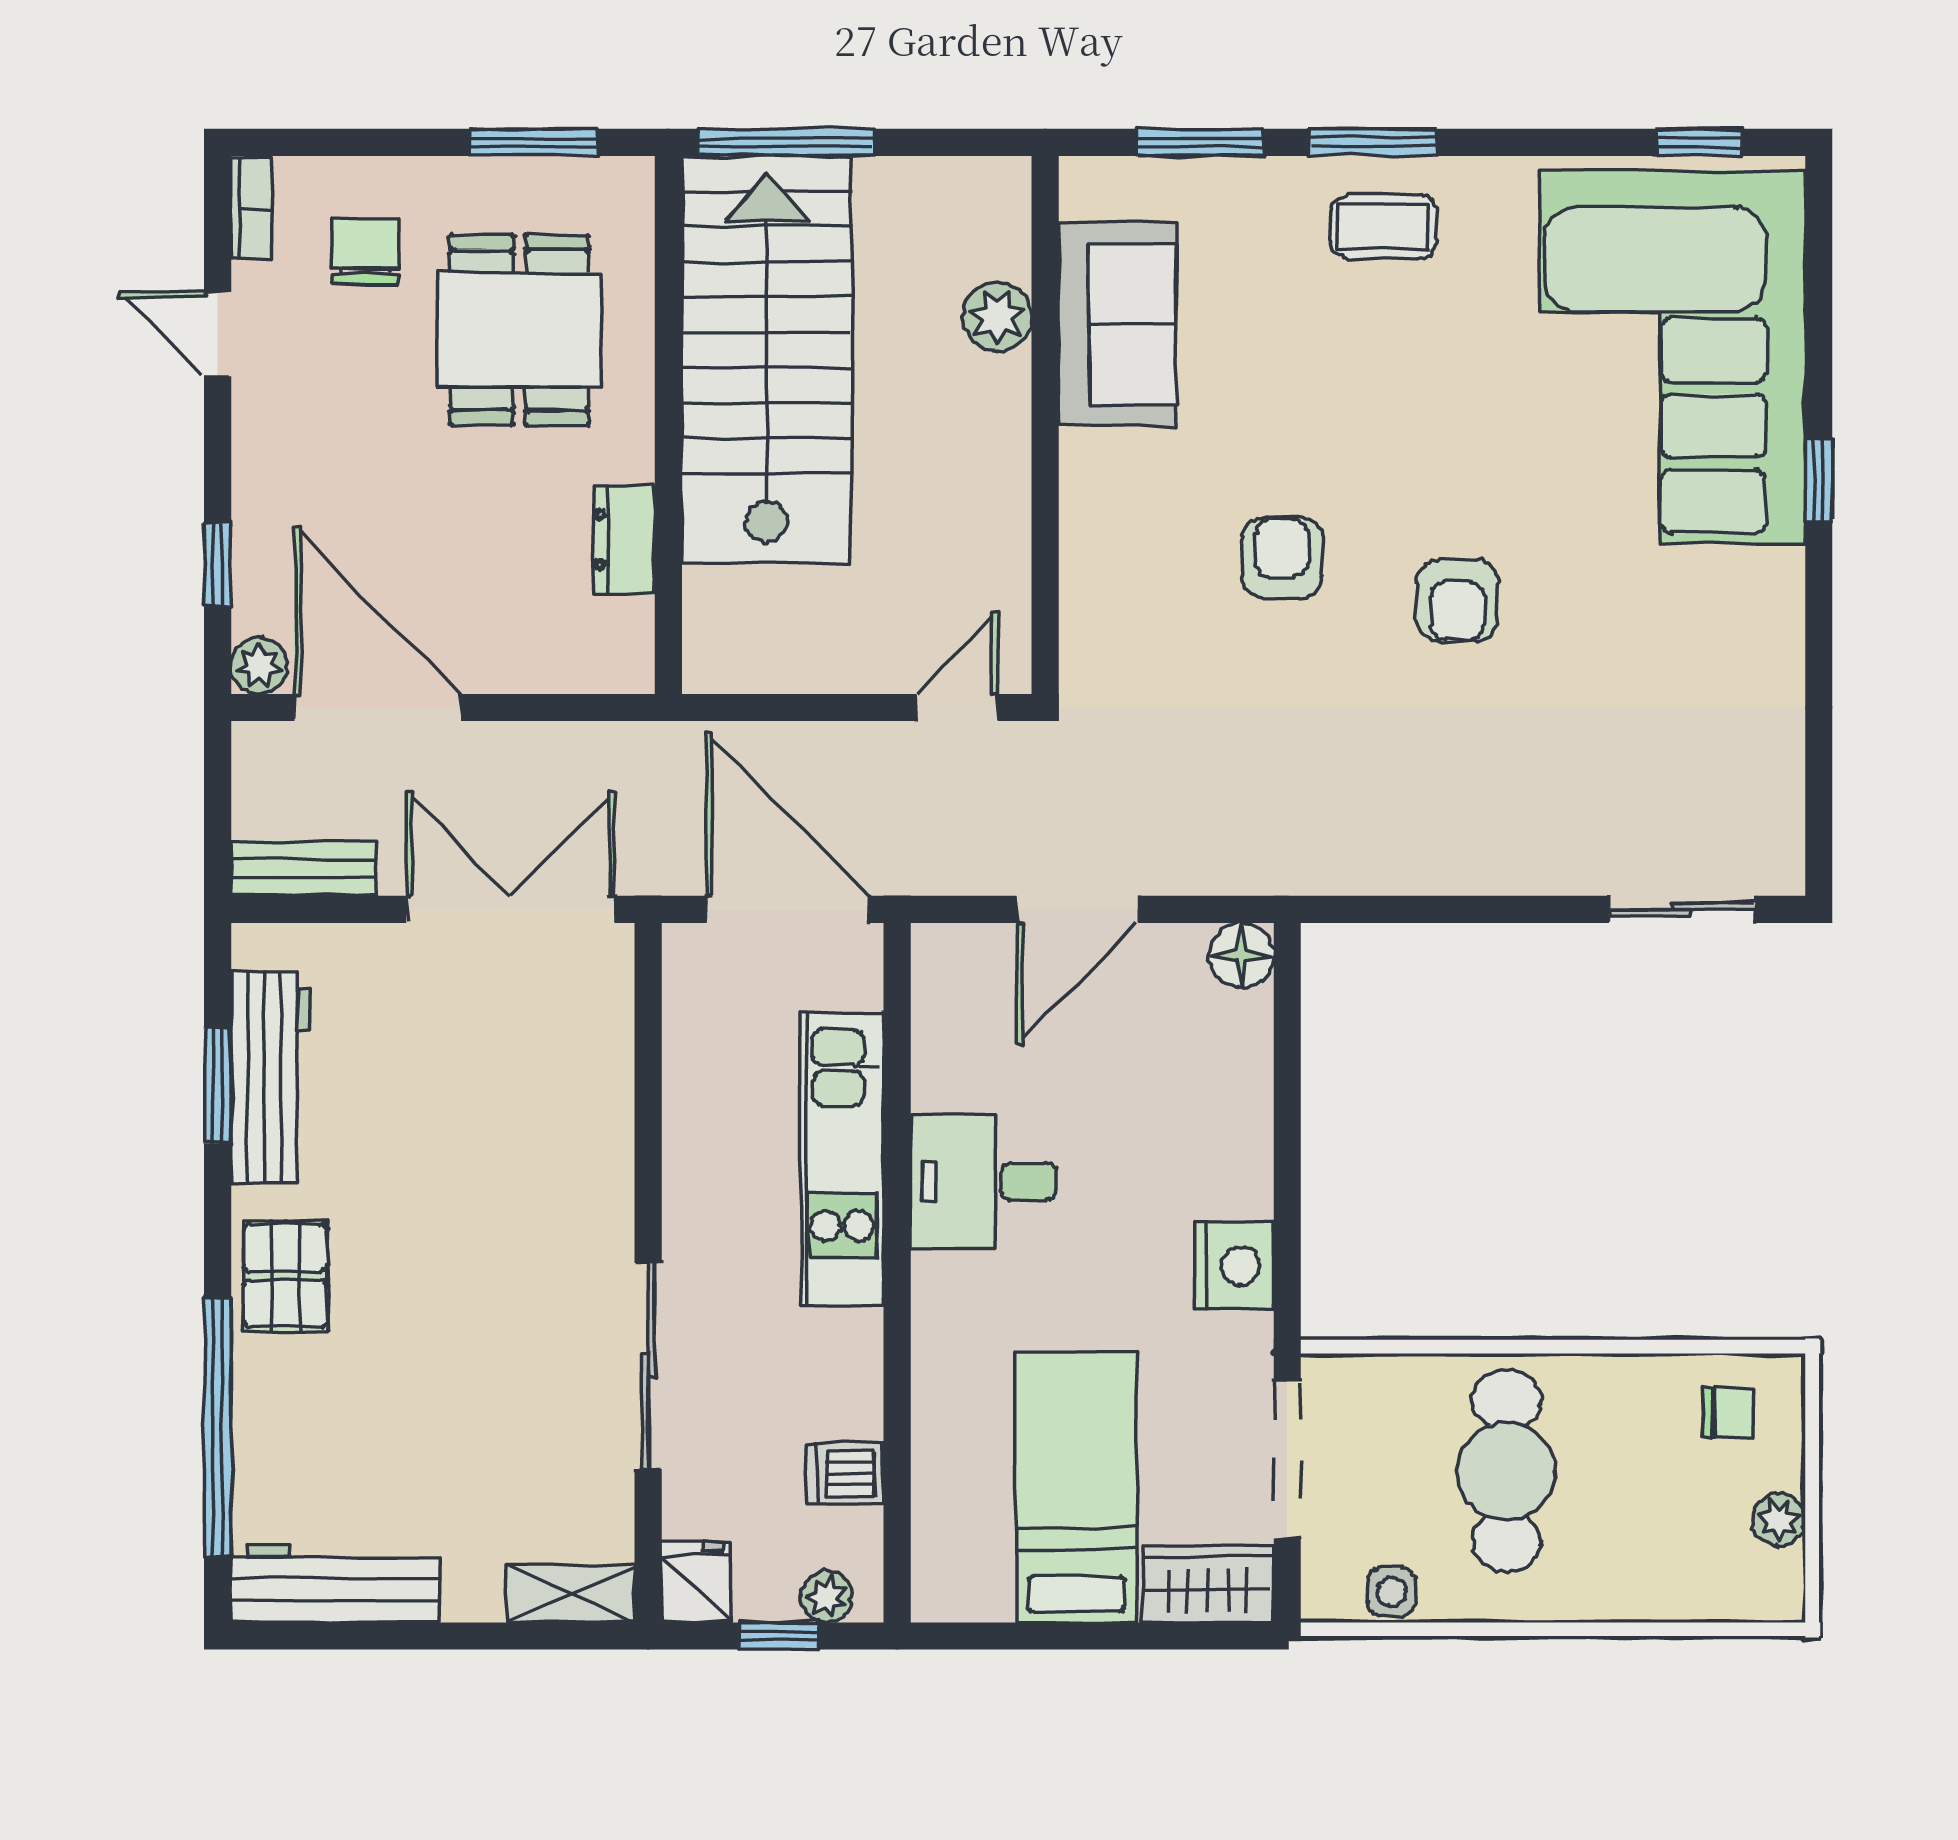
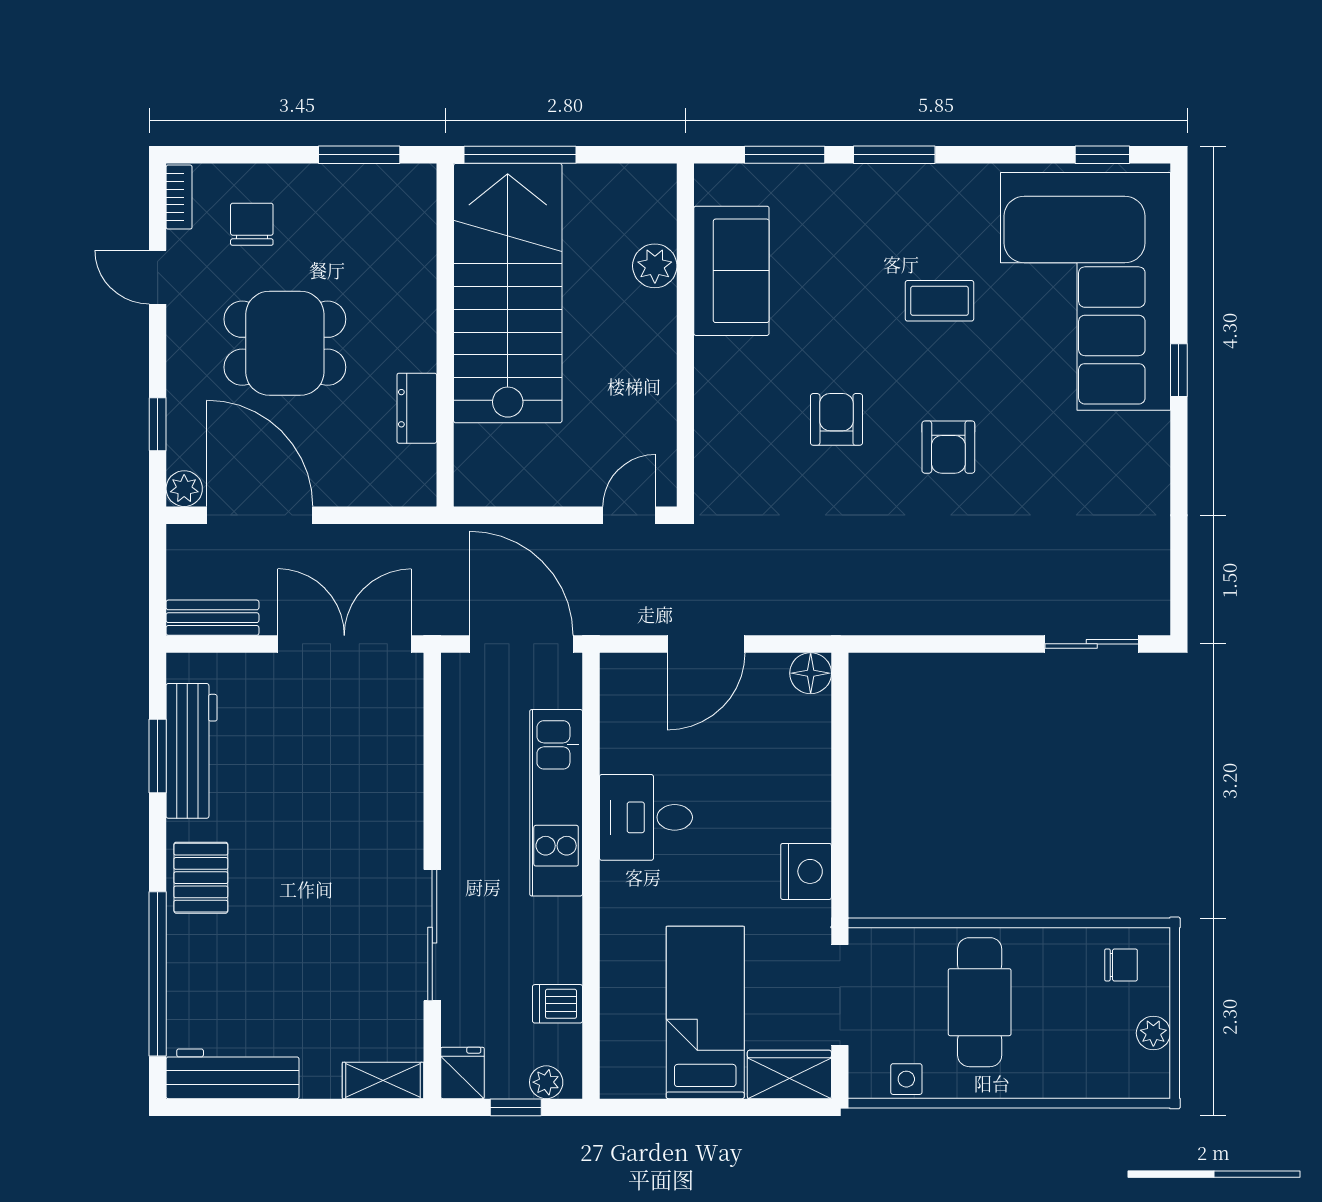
coffee table: (1383, 227) -> (940, 301), moved
dining table: (519, 330) -> (285, 343), moved, turned 90

